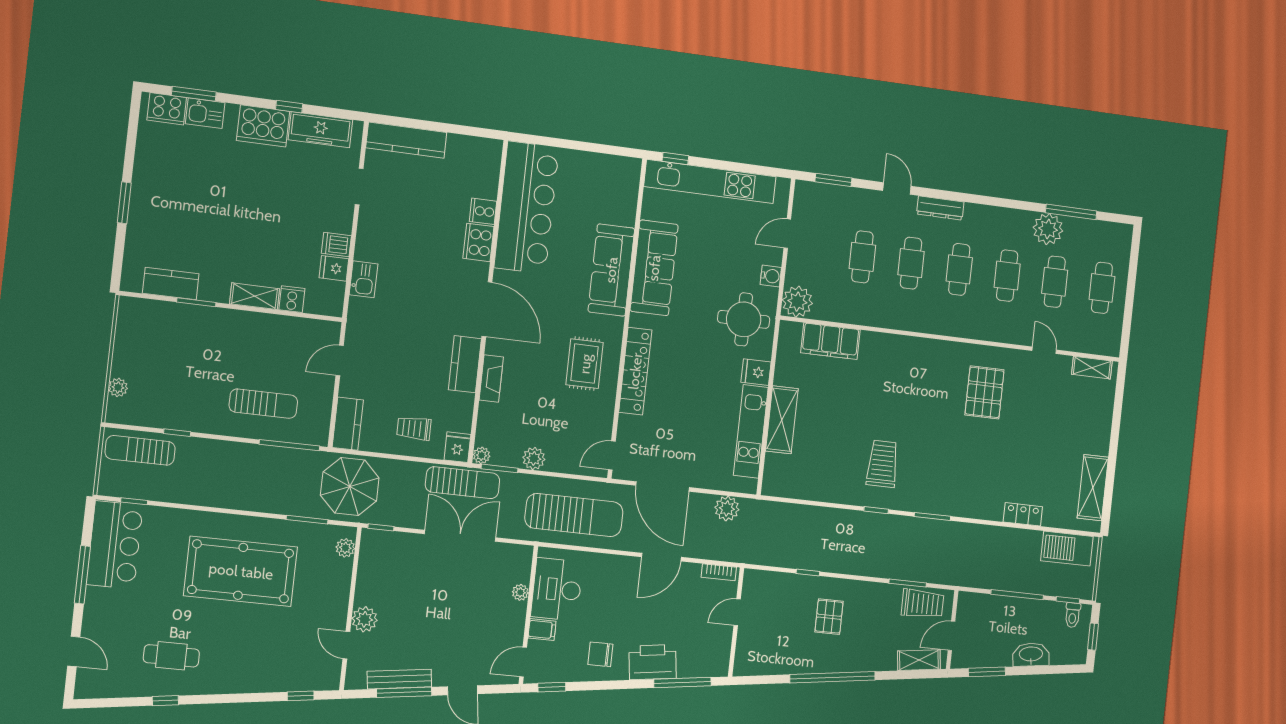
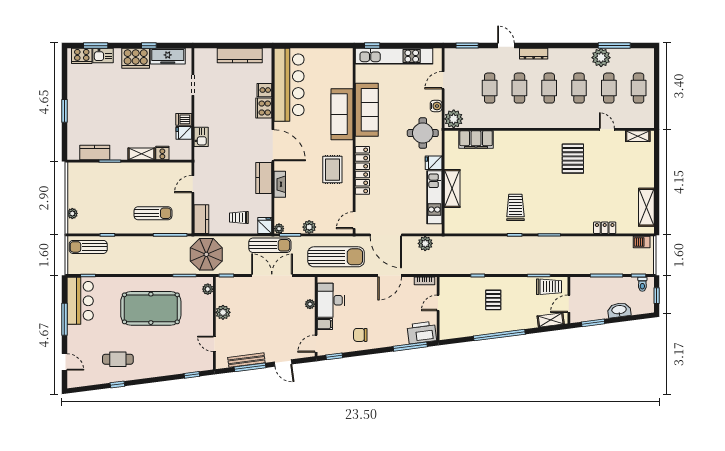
kitchen counter: (406, 140) -> (240, 56), moved
barbecue: (1067, 549) -> (642, 242), width x0.53, depth x0.65
plant: (365, 619) -> (223, 312), moved
printer: (653, 662) -> (422, 333), moved

